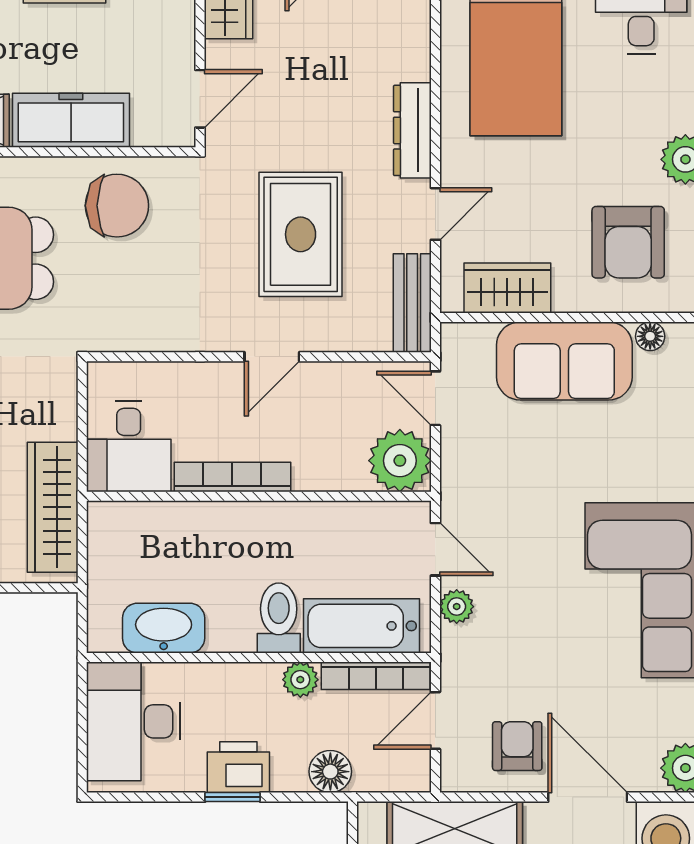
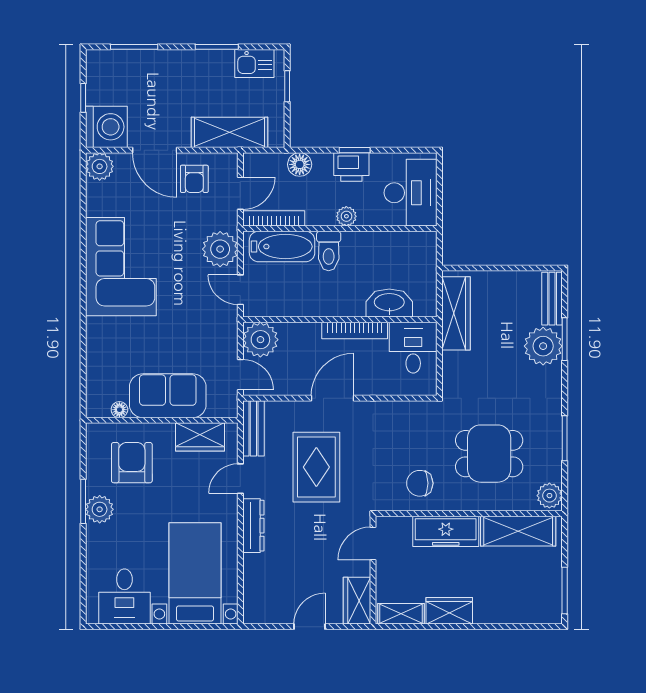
chair: (117, 206) -> (420, 483), width x0.73, depth x0.73
door: (272, 357) -> (333, 398), width x1.38
plant: (457, 607) -> (220, 249), width x1.87, depth x1.87
washbasin: (164, 628) -> (389, 303), moved, turned 180
plant: (300, 680) -> (346, 216), moved

